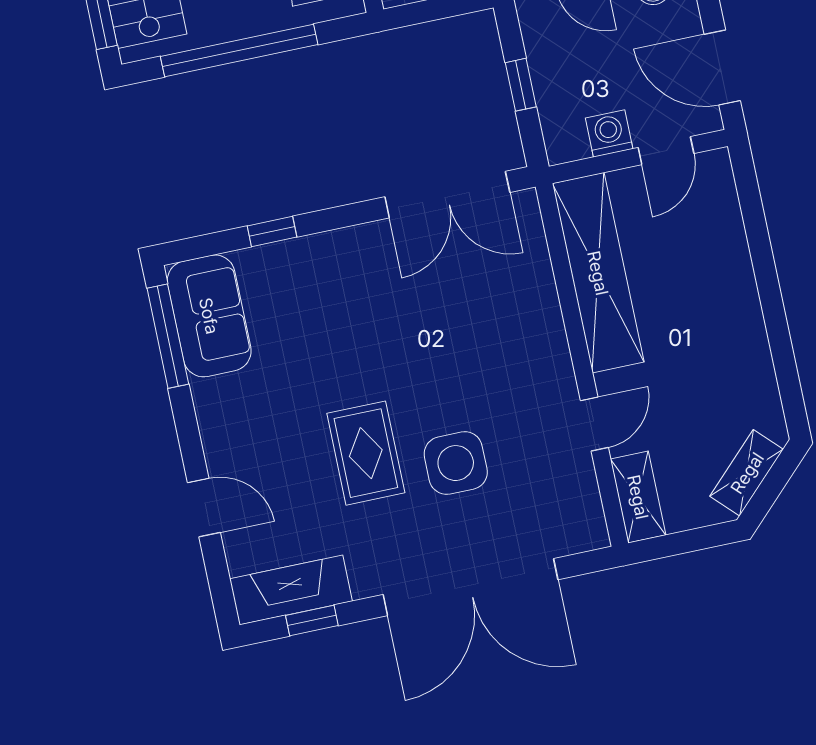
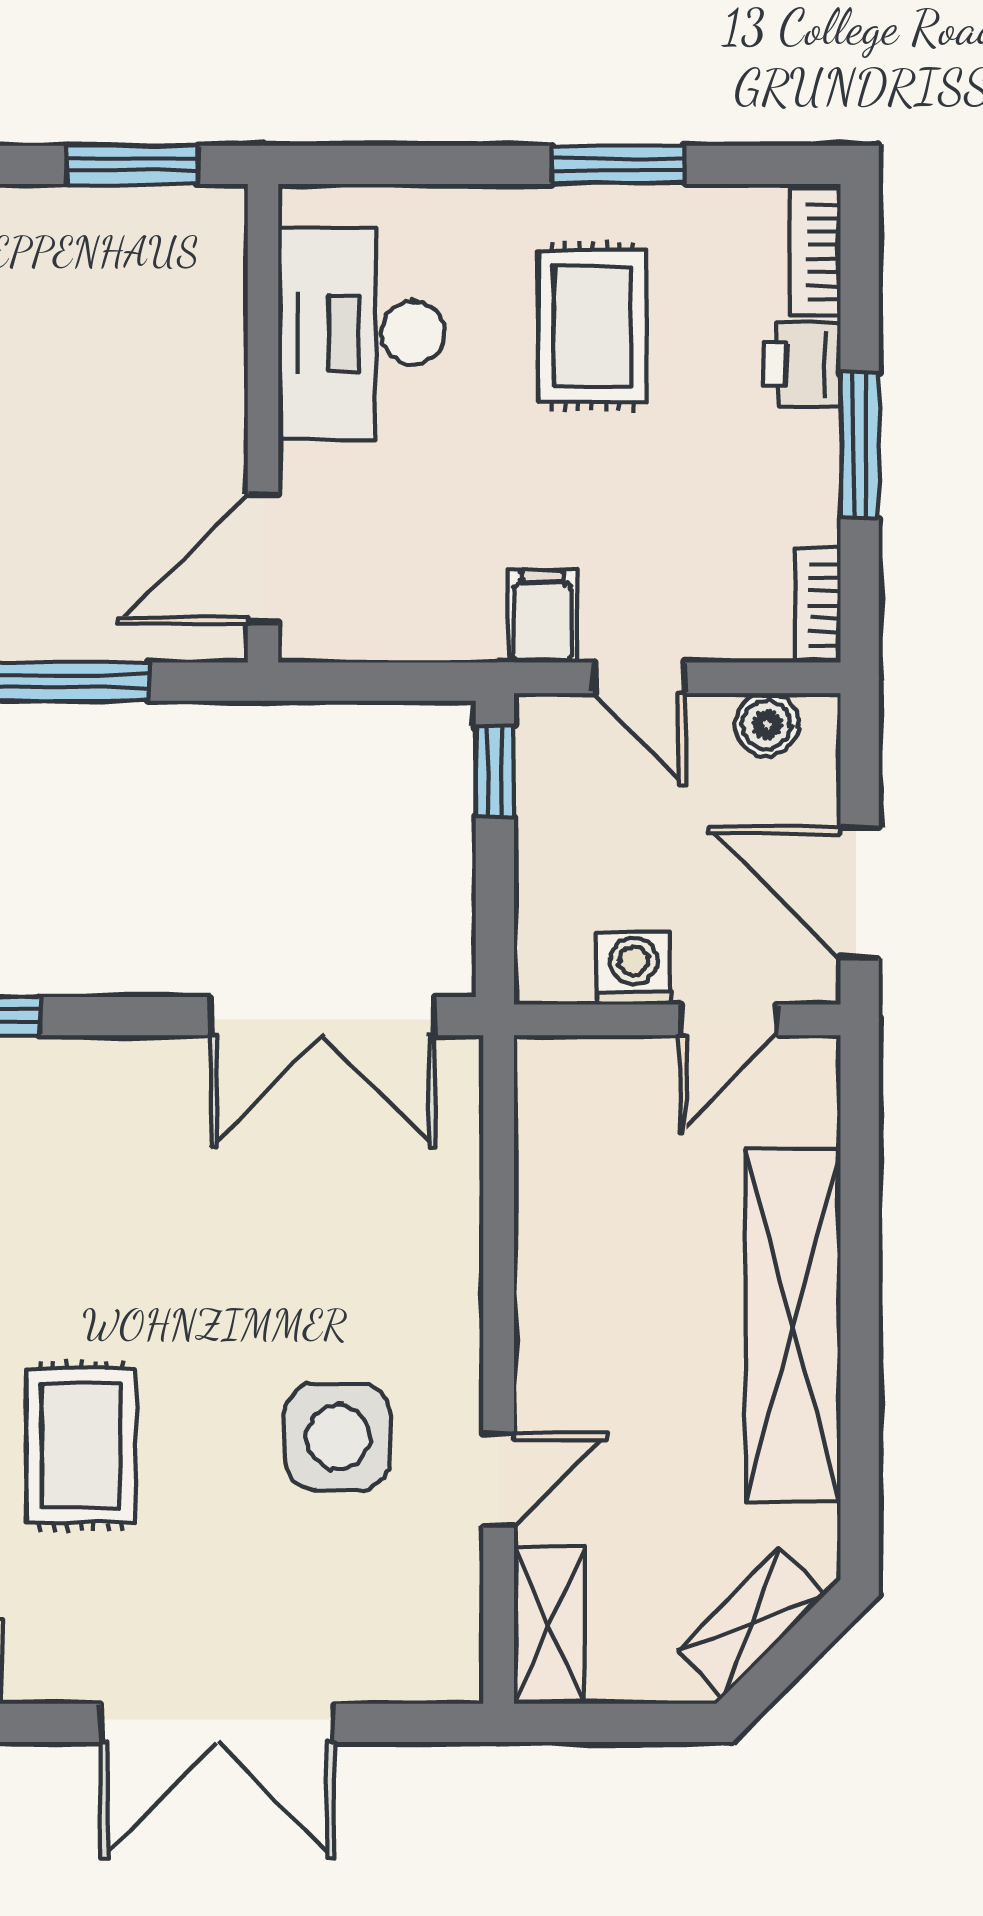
window: (521, 85) -> (495, 771), moved
shelving: (598, 273) -> (793, 1325), moved
side table: (456, 463) -> (338, 1437), moved
double door: (470, 587) -> (217, 1723), width x0.73

